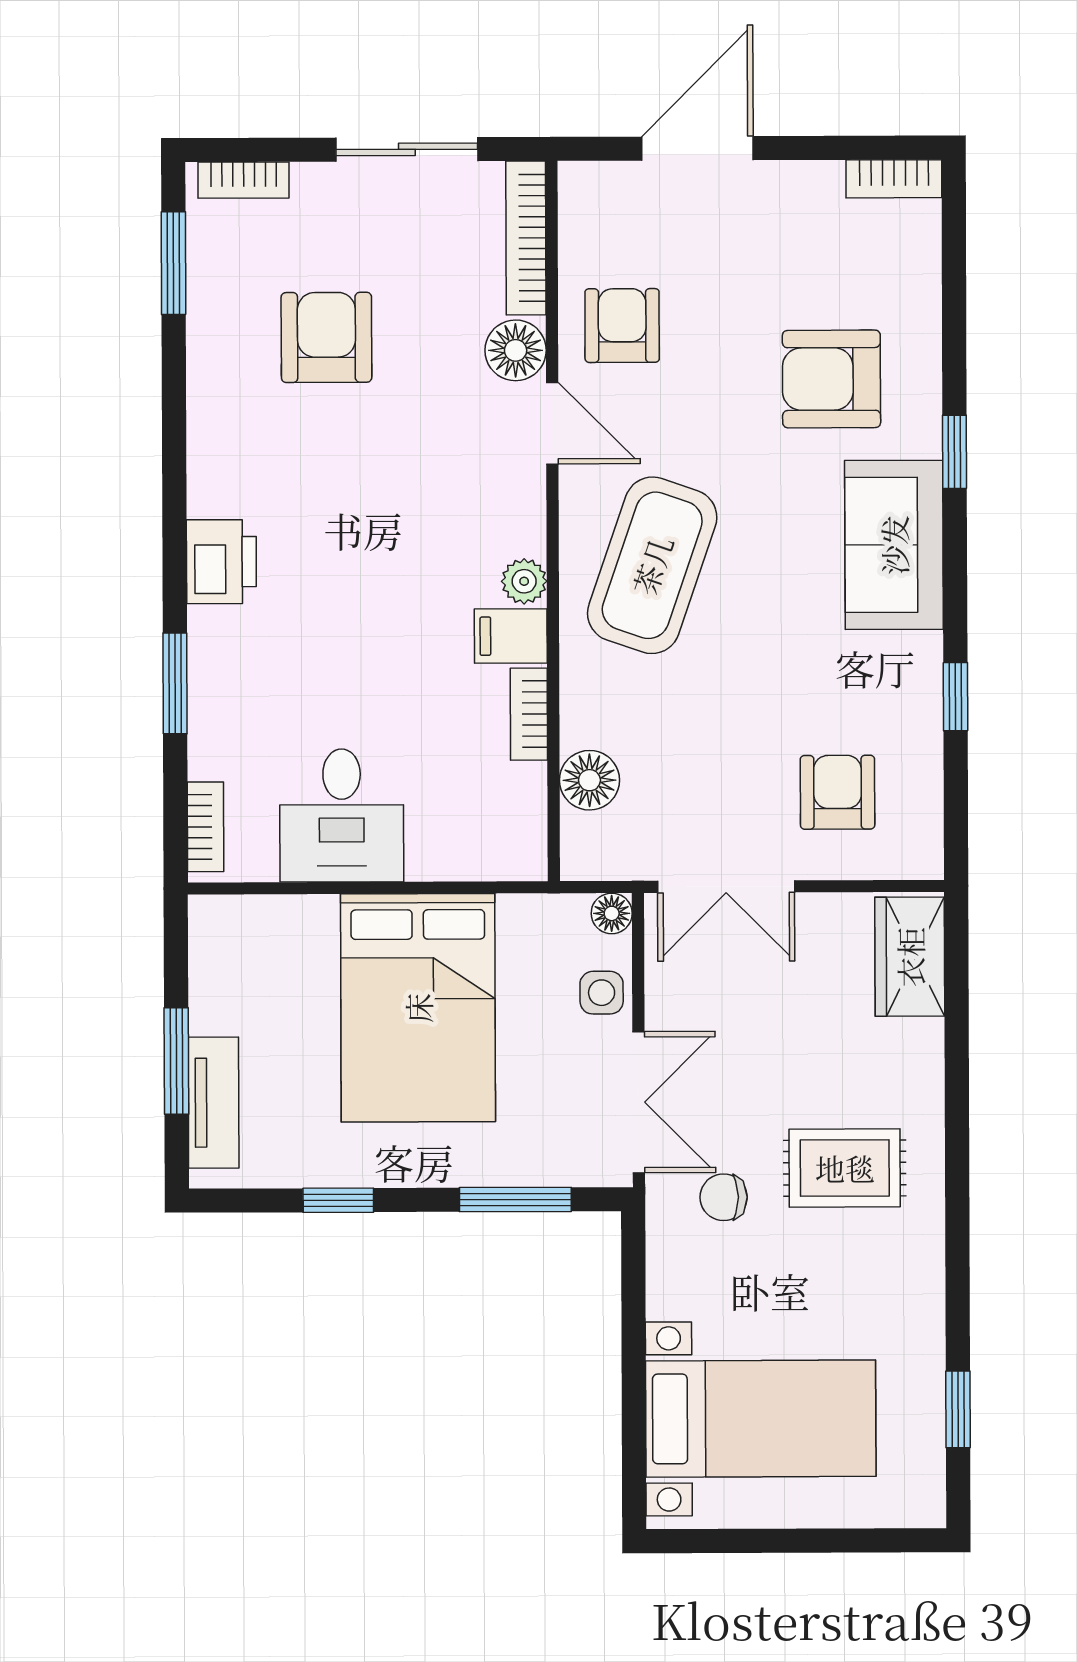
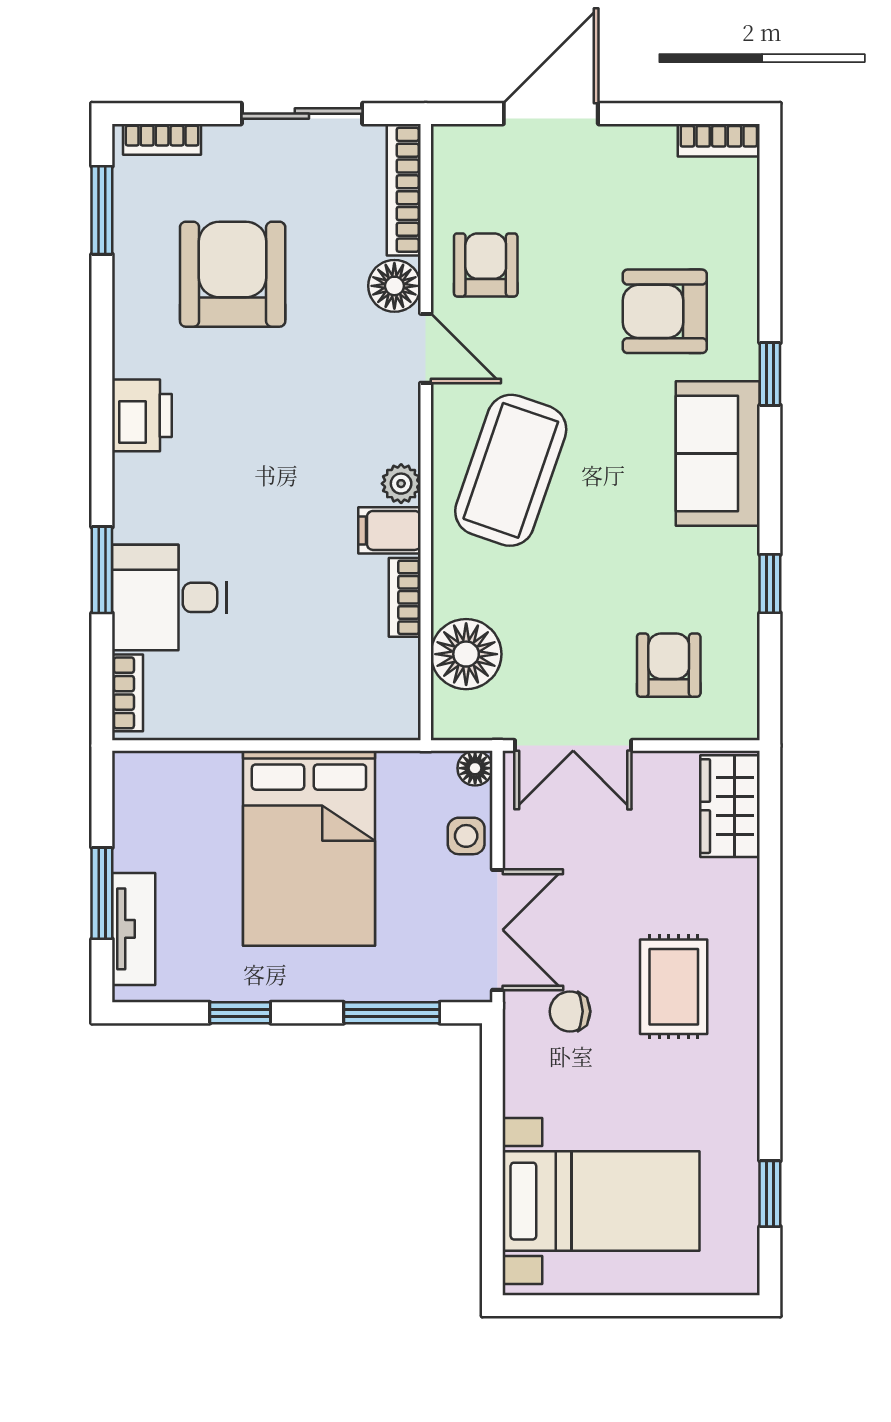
armchair: (326, 337) -> (233, 274), width x1.36, depth x1.36
printer: (221, 562) -> (142, 415), moved
floor lamp: (589, 780) -> (466, 654), width x1.38, depth x1.38
desk: (342, 815) -> (169, 597), moved, turned 90
rug: (845, 1168) -> (674, 987), turned 90

